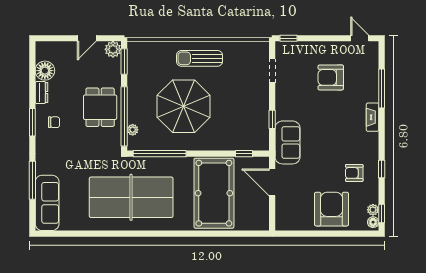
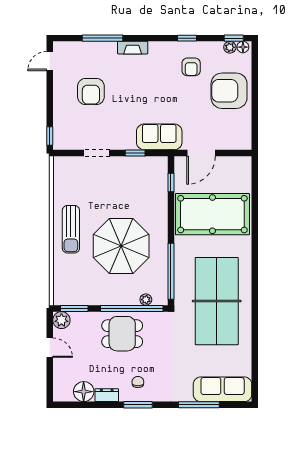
doorway: (272, 71) -> (97, 153), moved

